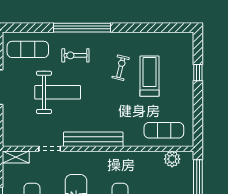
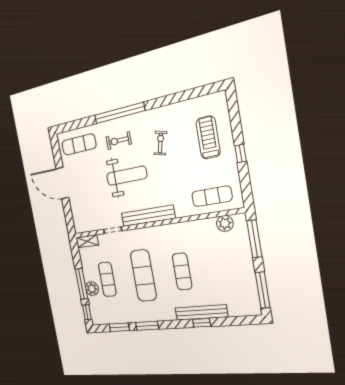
window: (198, 73) -> (241, 153), moved
treadmill: (150, 76) -> (208, 137), moved
weight bench: (58, 92) -> (127, 176), moved

